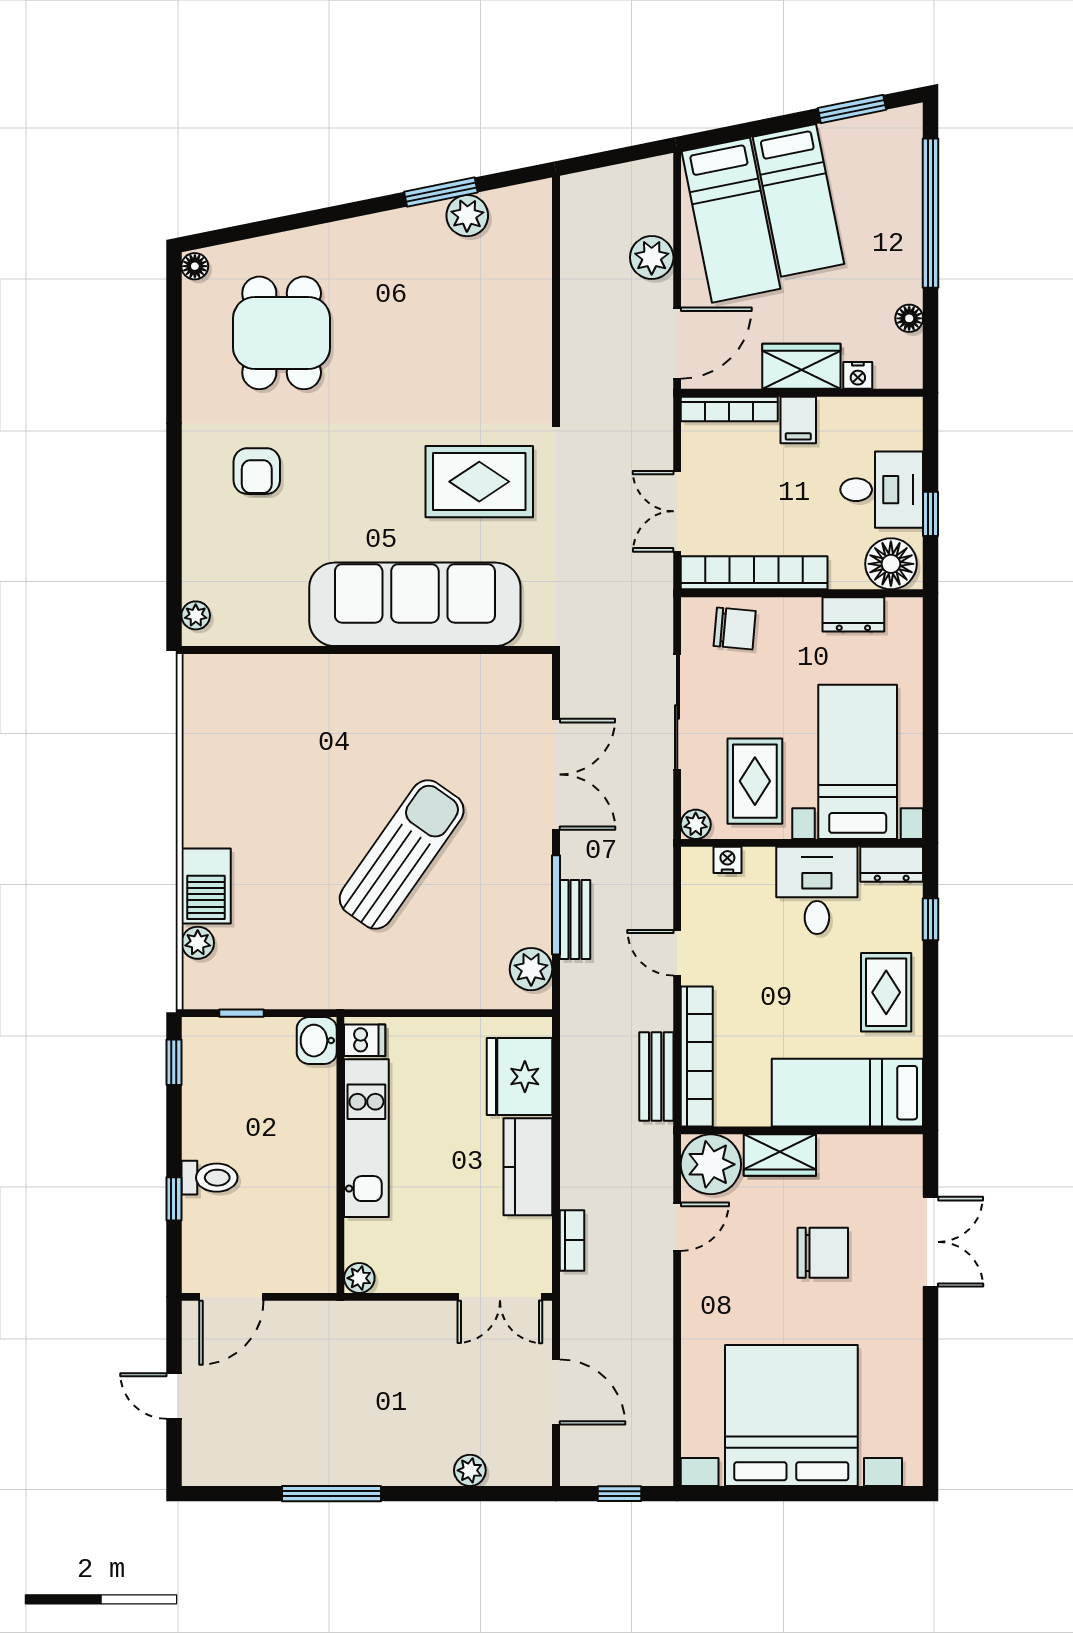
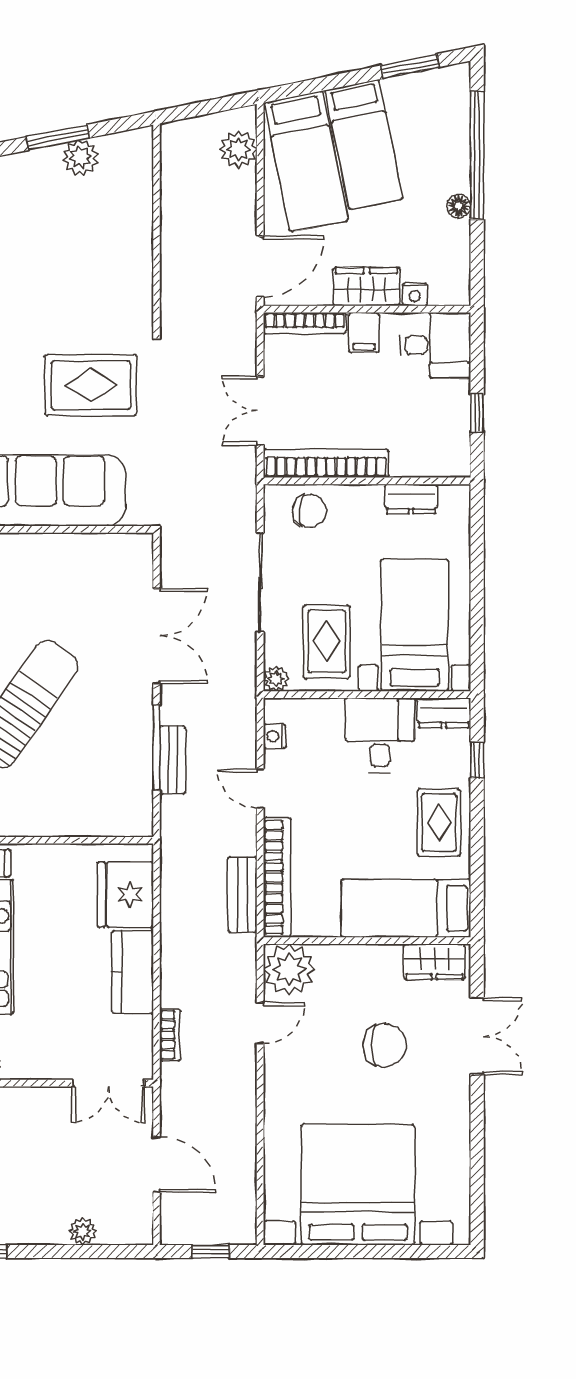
plant: (652, 257) -> (238, 149), moved
floor lamp: (909, 318) -> (459, 206), moved
desk: (882, 490) -> (435, 345), moved
floor lamp: (891, 564) -> (443, 456), removed
nightstand: (727, 860) -> (275, 736), moved, turned -90
plant: (531, 969) -> (135, 802), removed
wardrobe: (780, 1155) -> (434, 962), moved

